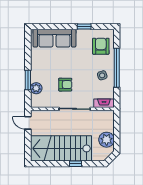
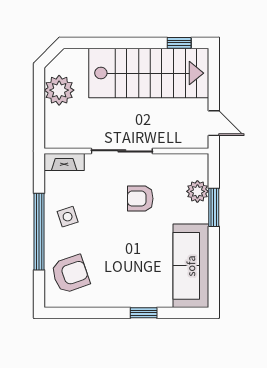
window: (84, 26) -> (144, 313), moved
sofa: (54, 38) -> (191, 266), moved, turned -90
armchair: (101, 46) -> (70, 274), turned -109
window: (76, 164) -> (179, 43), moved

